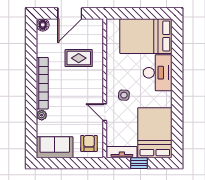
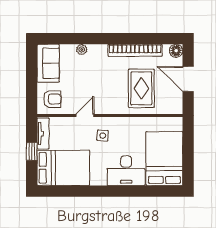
rug: (79, 58) -> (141, 88), width x1.36, depth x1.43
bookcase: (42, 83) -> (135, 50), moved

